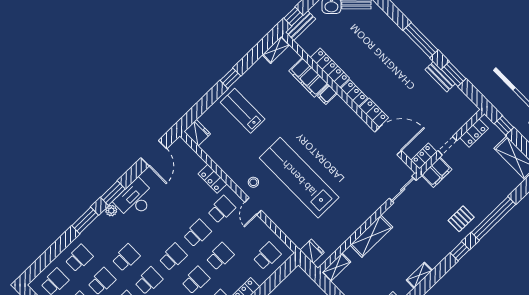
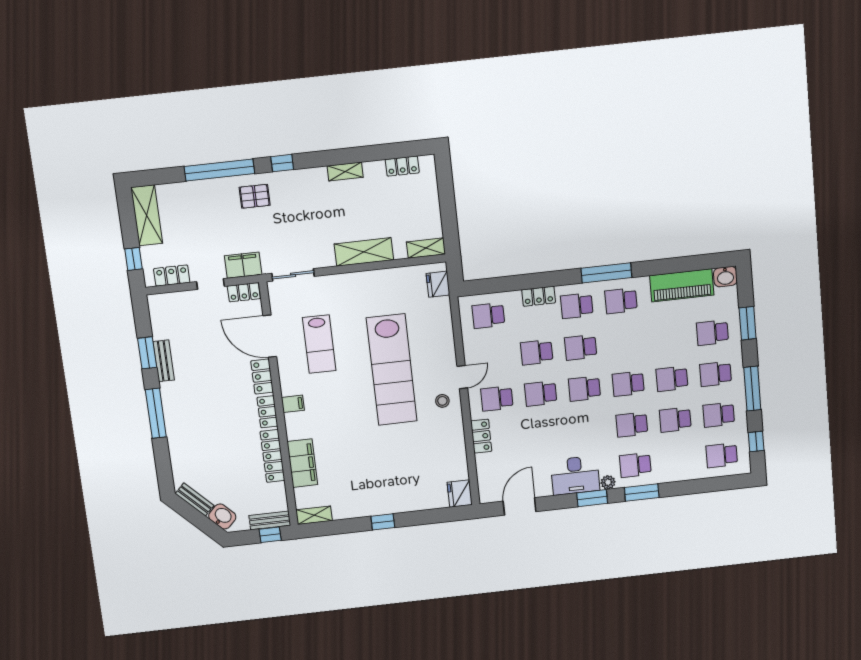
filing cabinet: (327, 95) -> (293, 404), moved
lab bench: (243, 111) -> (319, 344), moved
school desk: (79, 258) -> (635, 465), moved

